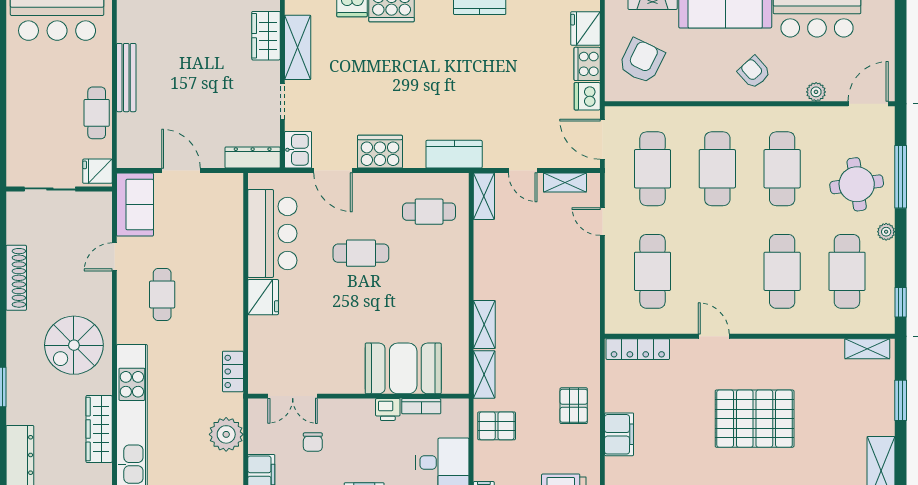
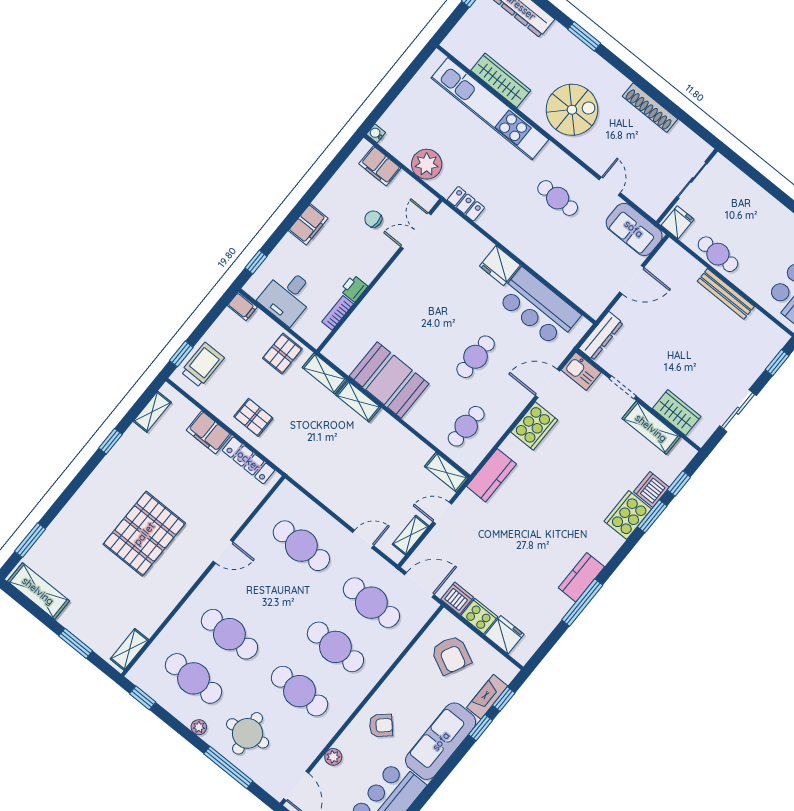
spiral stairs: (74, 345) -> (572, 110), turned 90
locker: (638, 349) -> (248, 460), moved, turned -90
booth: (403, 368) -> (389, 380), moved, turned 90

